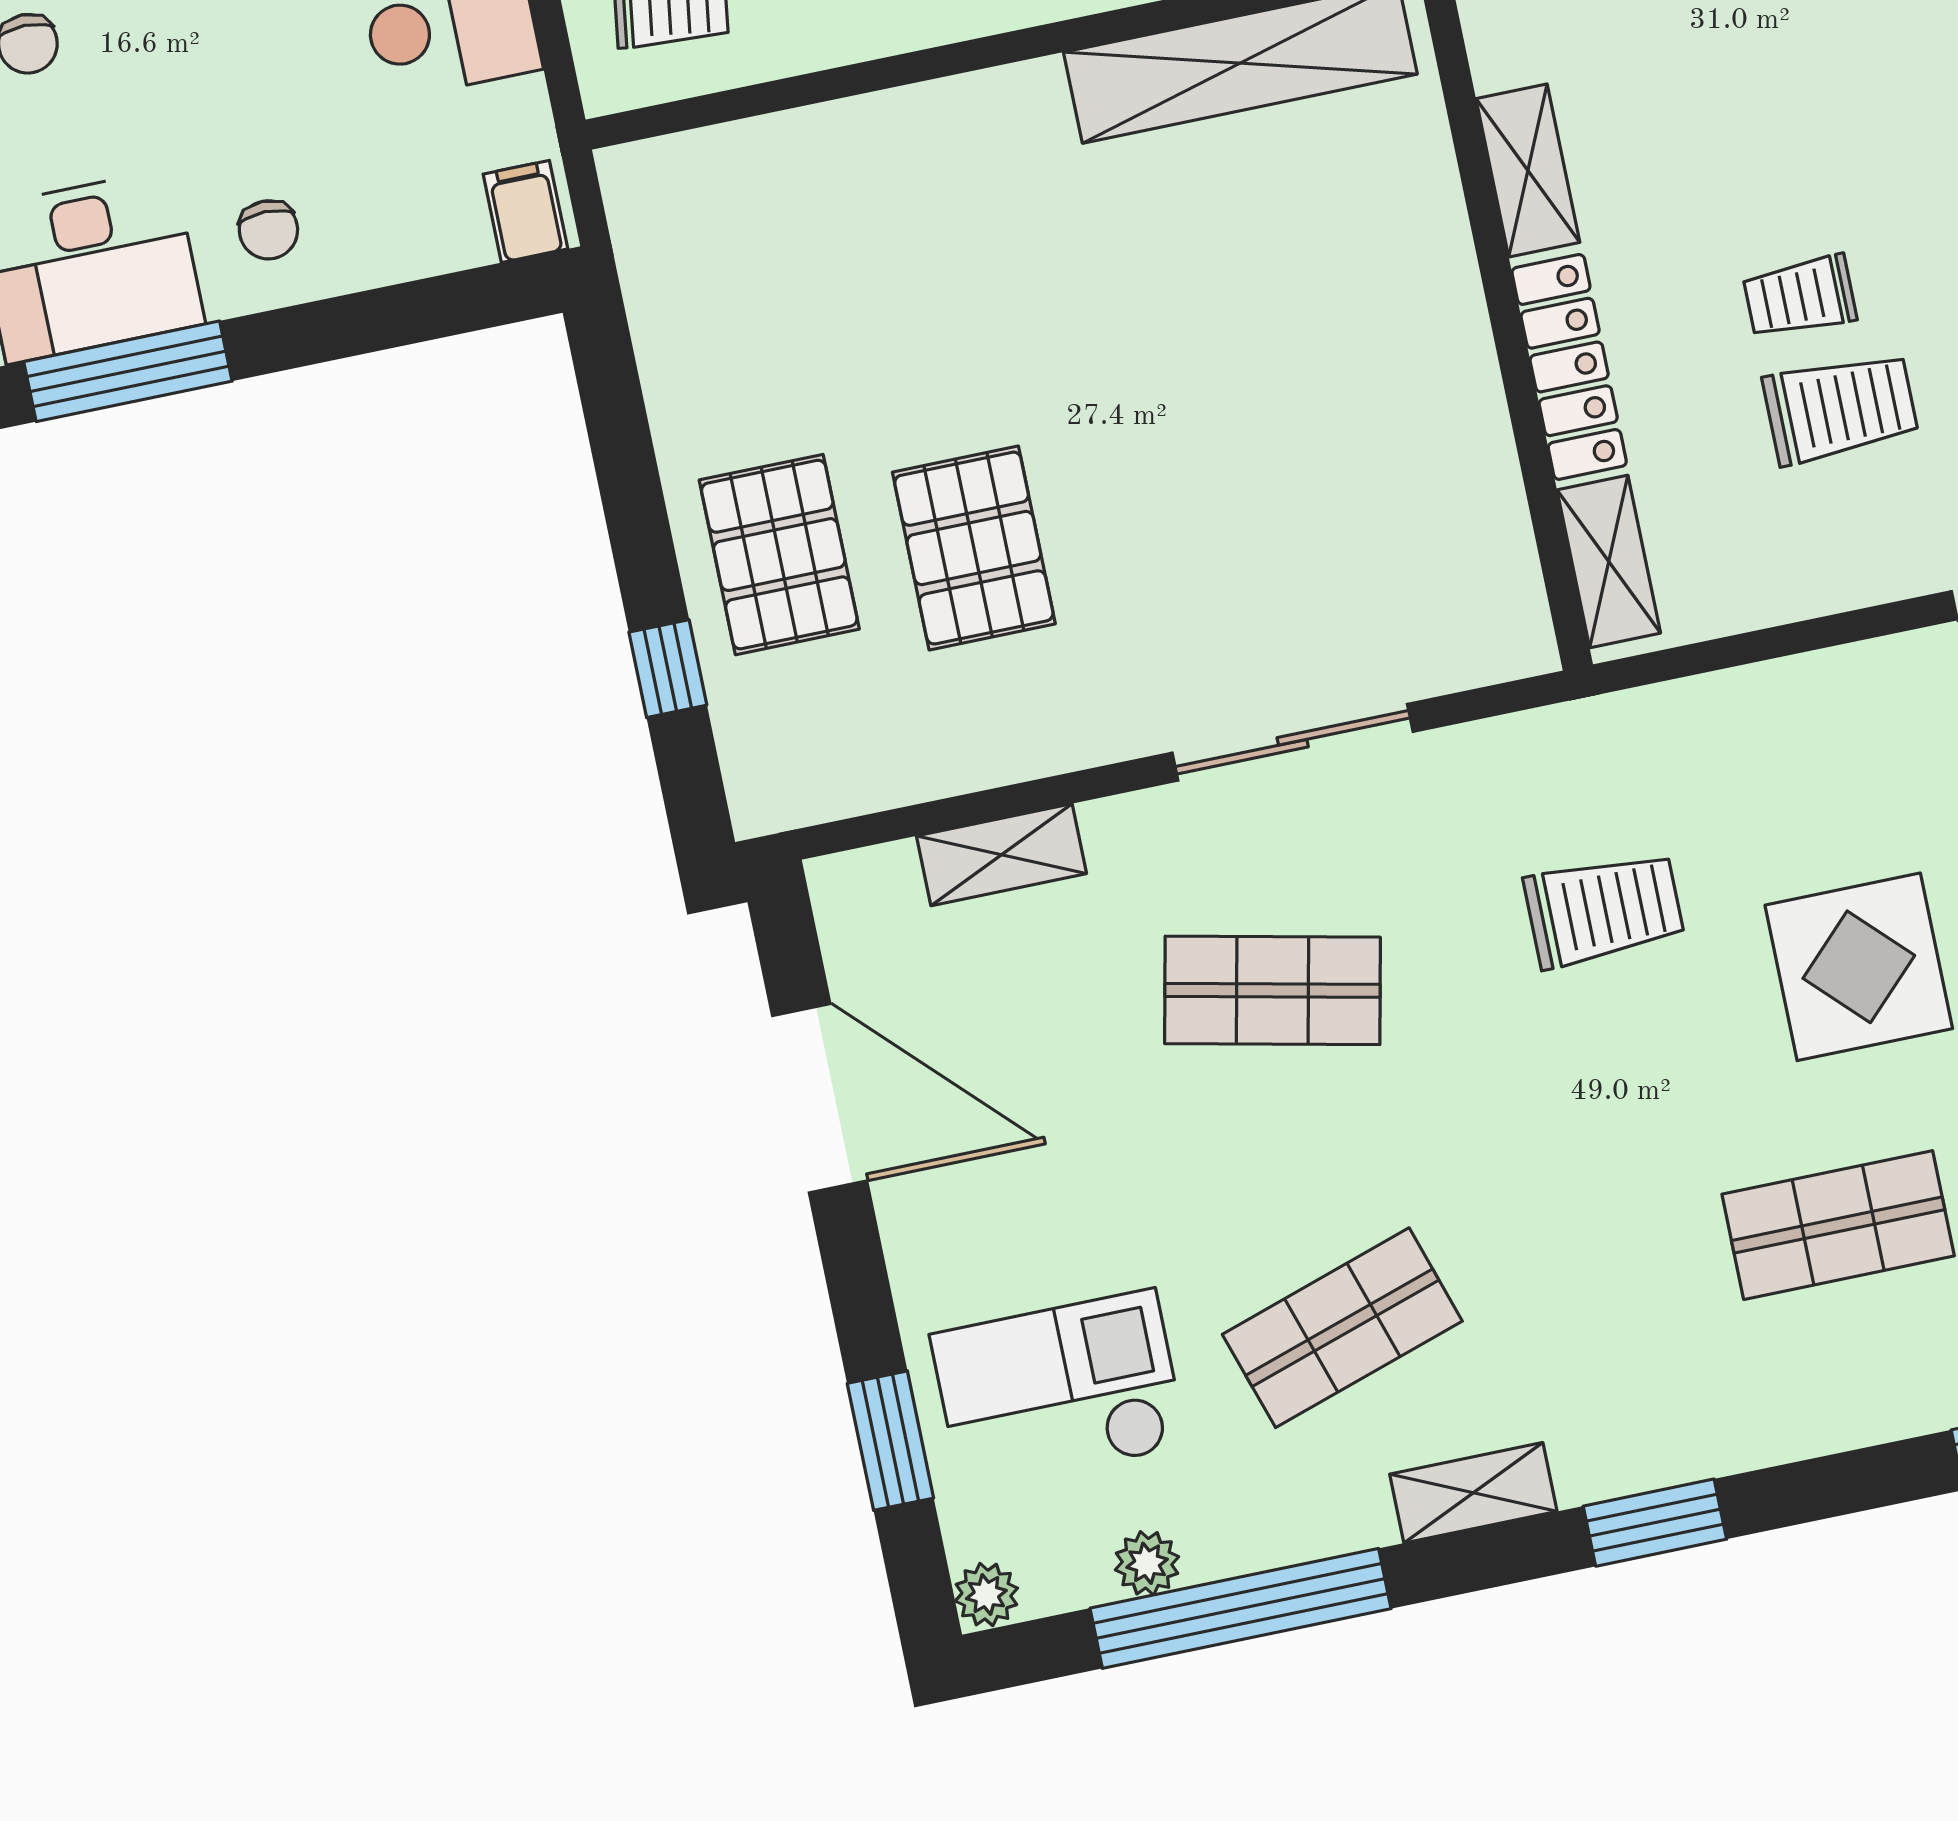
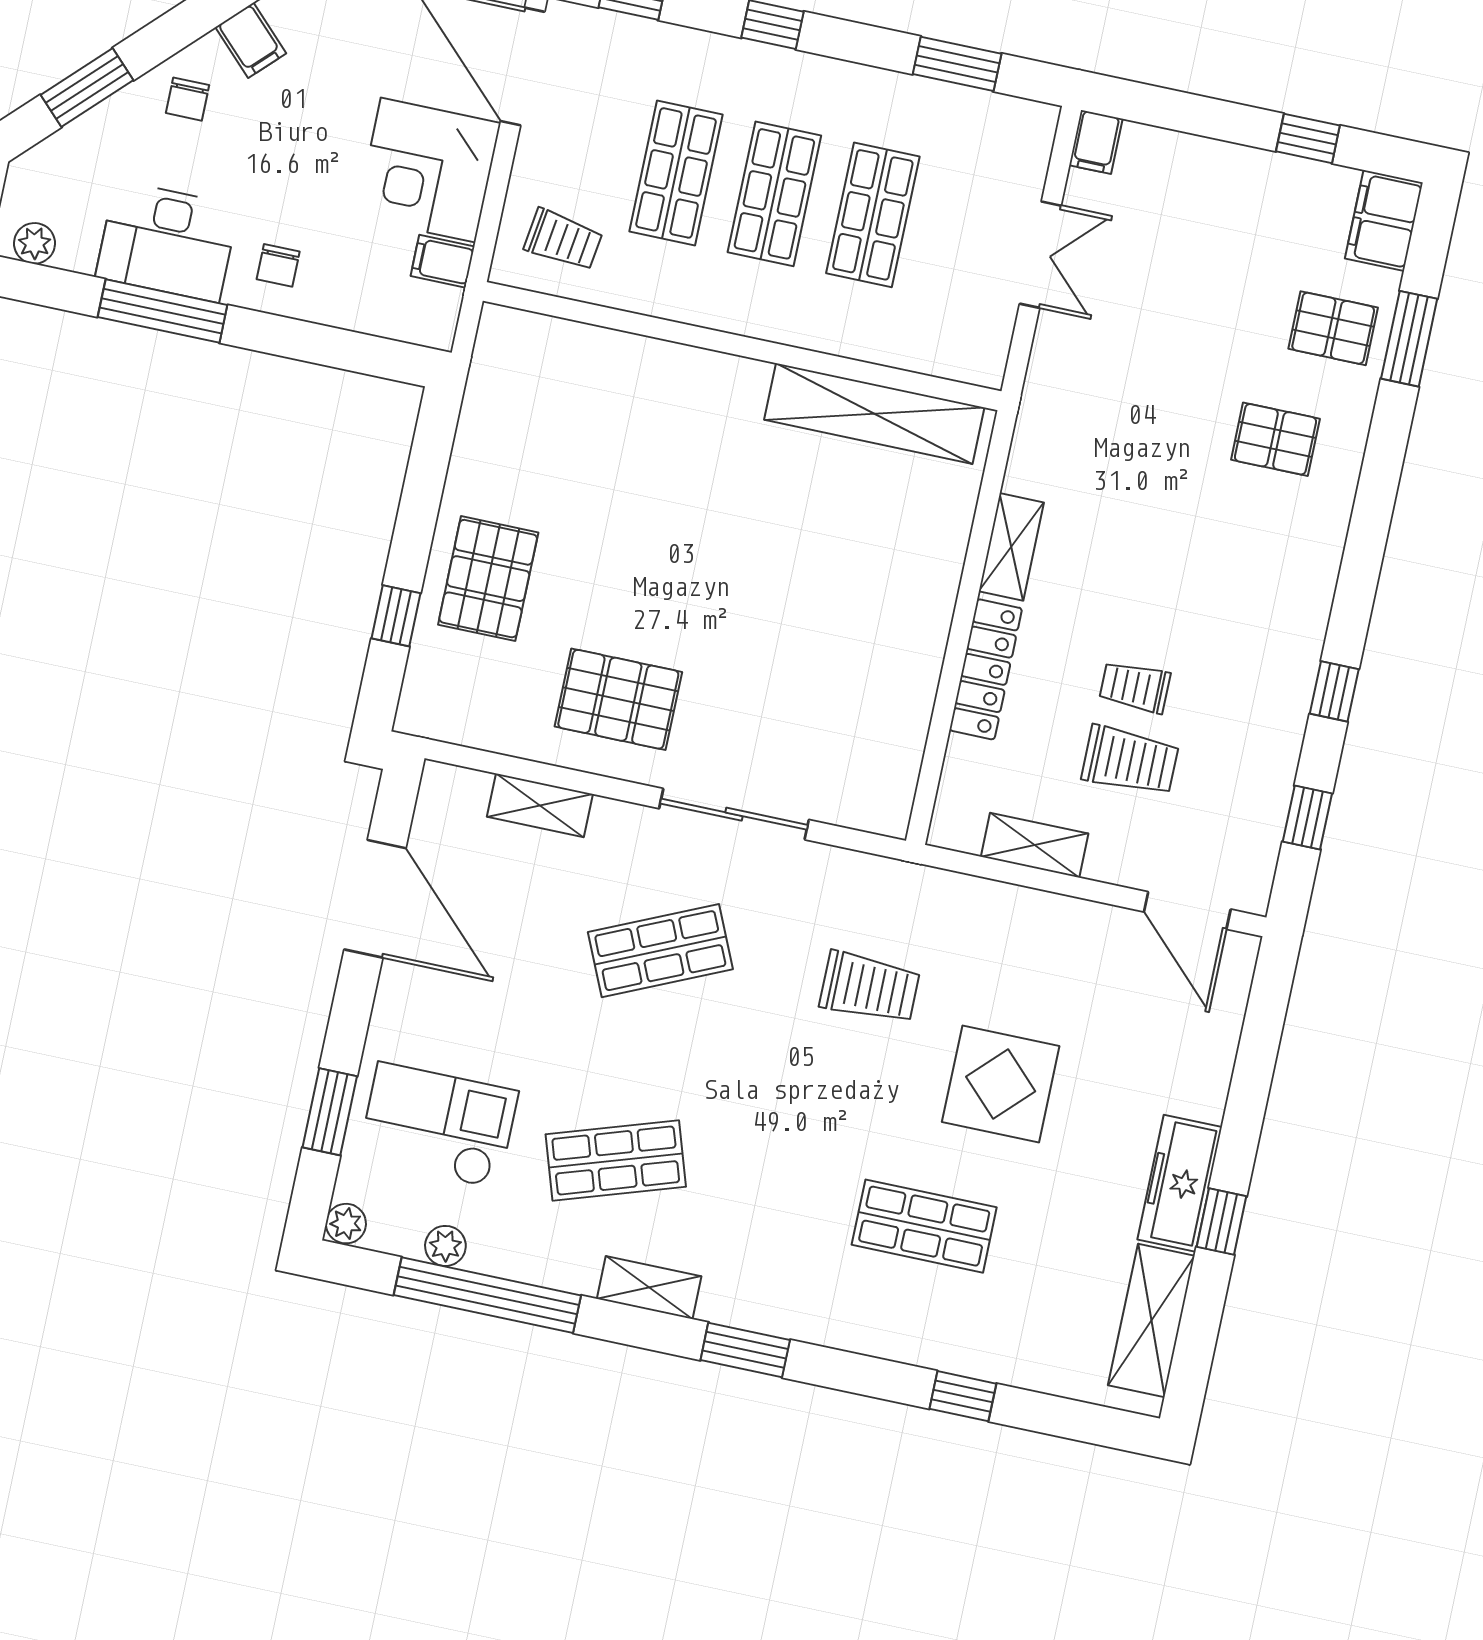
filing cabinet: (525, 211) -> (443, 261), moved, turned -90
pallet: (974, 548) -> (618, 699), moved, turned 90
shelving: (1609, 561) -> (1035, 845), moved, turned 90
shop shelf: (1272, 990) -> (660, 951), turned -36

